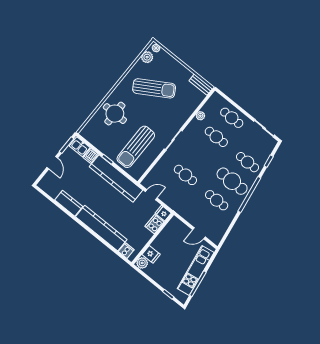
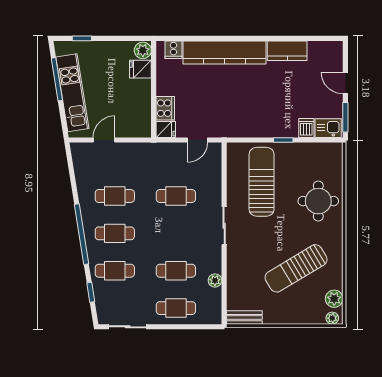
kitchen counter: (116, 178) -> (255, 125), removed
cafe table: (232, 181) -> (115, 233), width x0.73, depth x0.74

